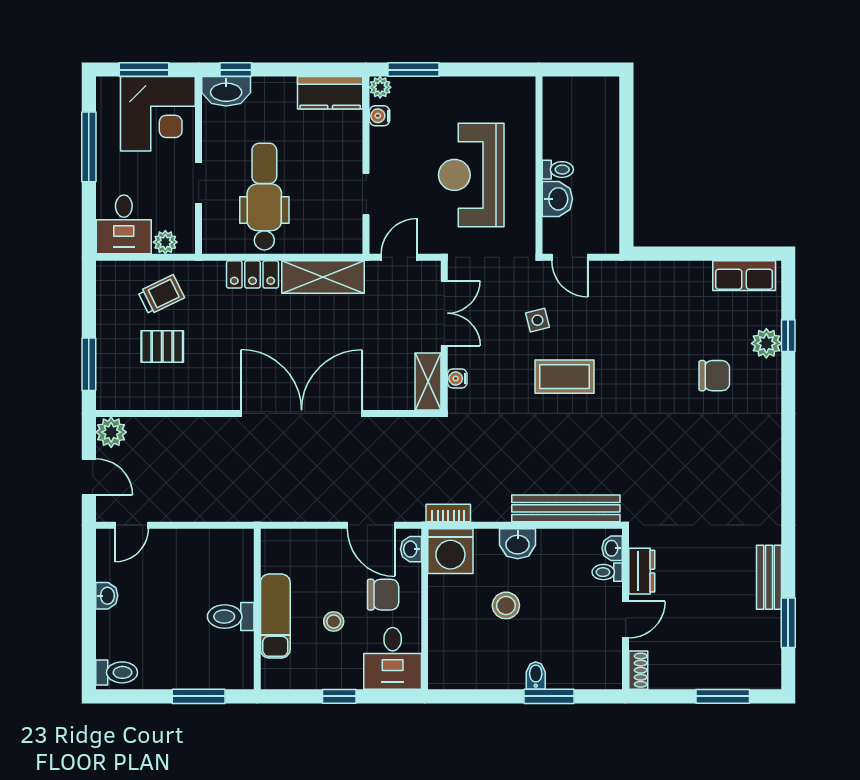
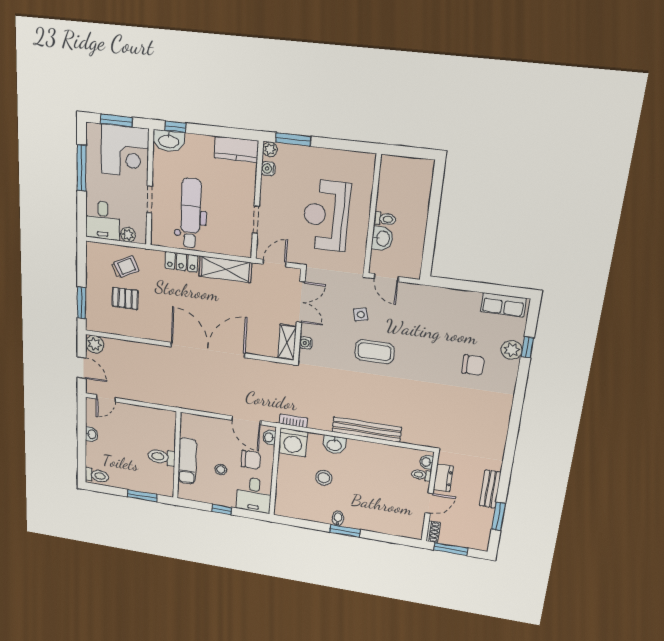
washbasin: (612, 548) -> (426, 462), moved
dresser: (642, 571) -> (443, 478), moved
toilet: (607, 572) -> (421, 475), moved
wall: (626, 609) -> (430, 497), moved
door: (626, 620) -> (429, 503), moved
shoe rack: (638, 670) -> (433, 532), moved

